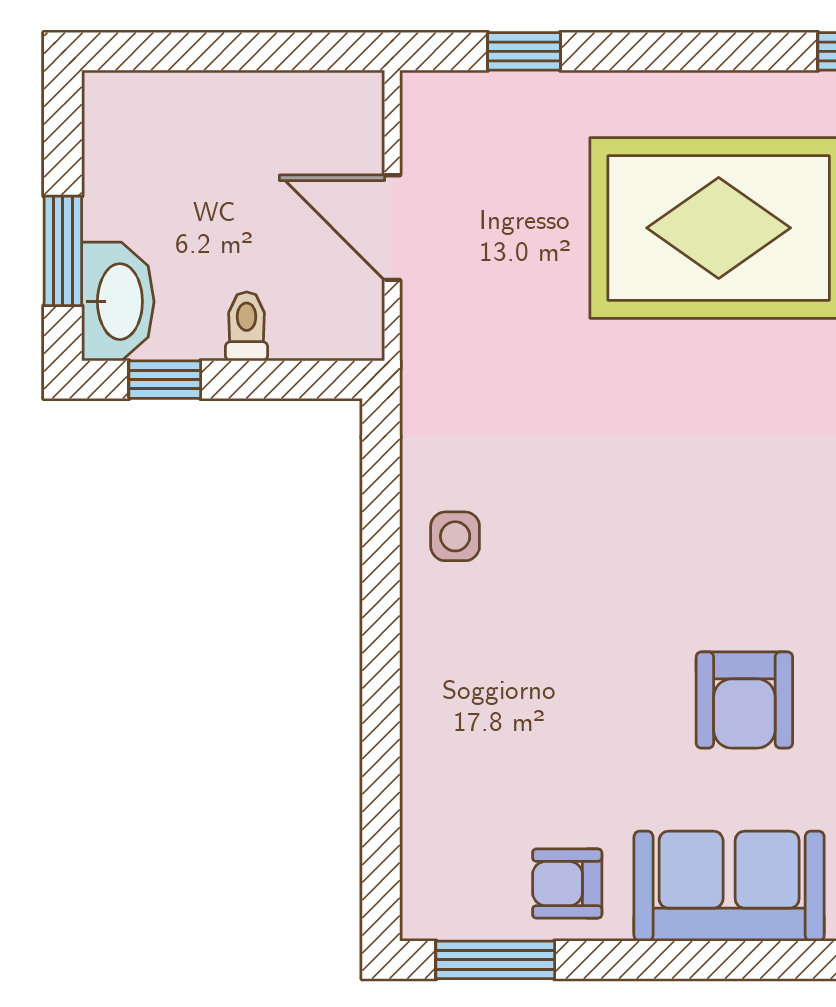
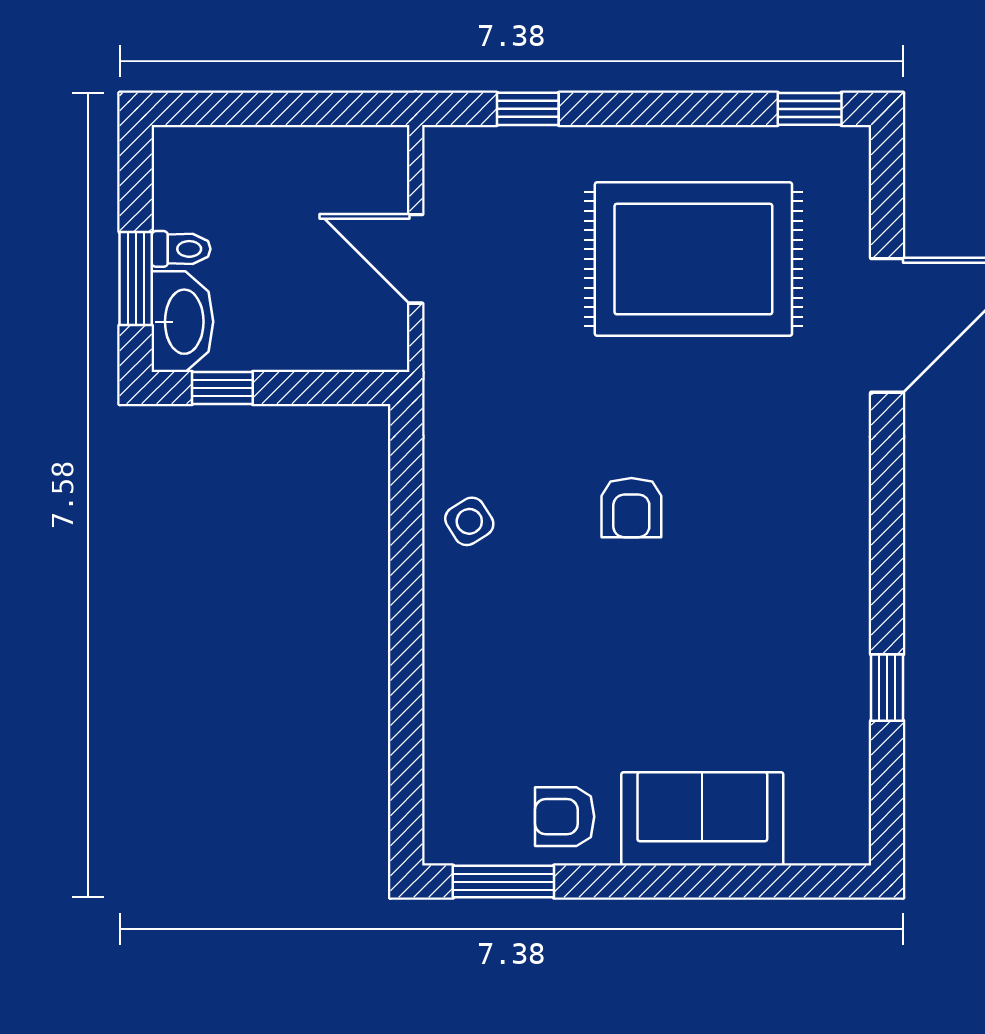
toilet: (247, 326) -> (181, 249), moved, turned 90
side table: (455, 536) -> (469, 521), turned -32
armchair: (744, 700) -> (631, 508), moved, width x0.72, depth x0.72

